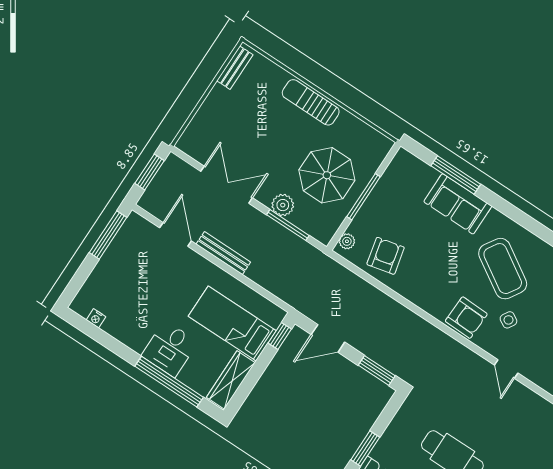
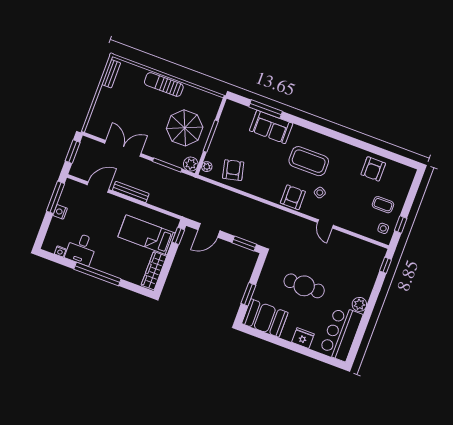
plant: (283, 205) -> (191, 164), moved
door: (176, 234) -> (98, 187), hinge flipped
nightstand: (110, 258) -> (60, 212), added
coffee table: (503, 269) -> (309, 161), turned -32
armchair: (466, 318) -> (293, 197), turned -92
desk: (170, 349) -> (81, 249), moved
window: (169, 382) -> (97, 274), moved

